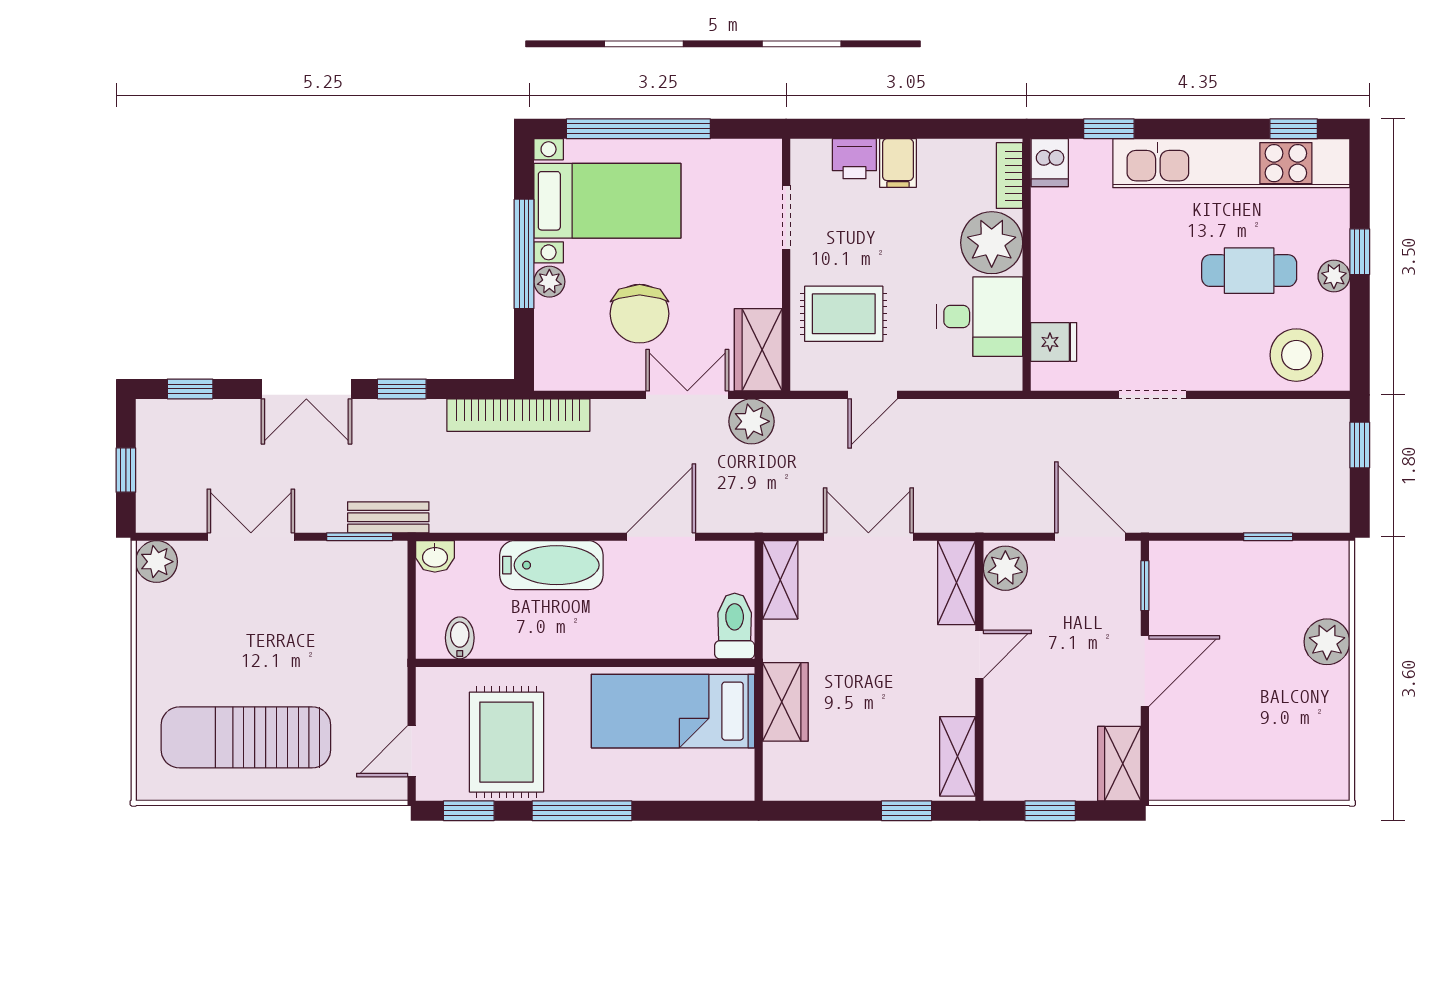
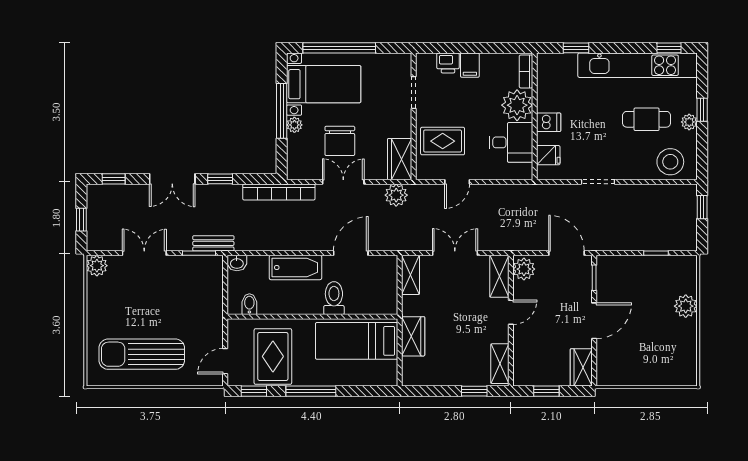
dishwasher: (1050, 163) -> (549, 122), moved, turned -90
double door: (687, 395) -> (343, 182), moved
toilet: (735, 626) -> (334, 298), moved

